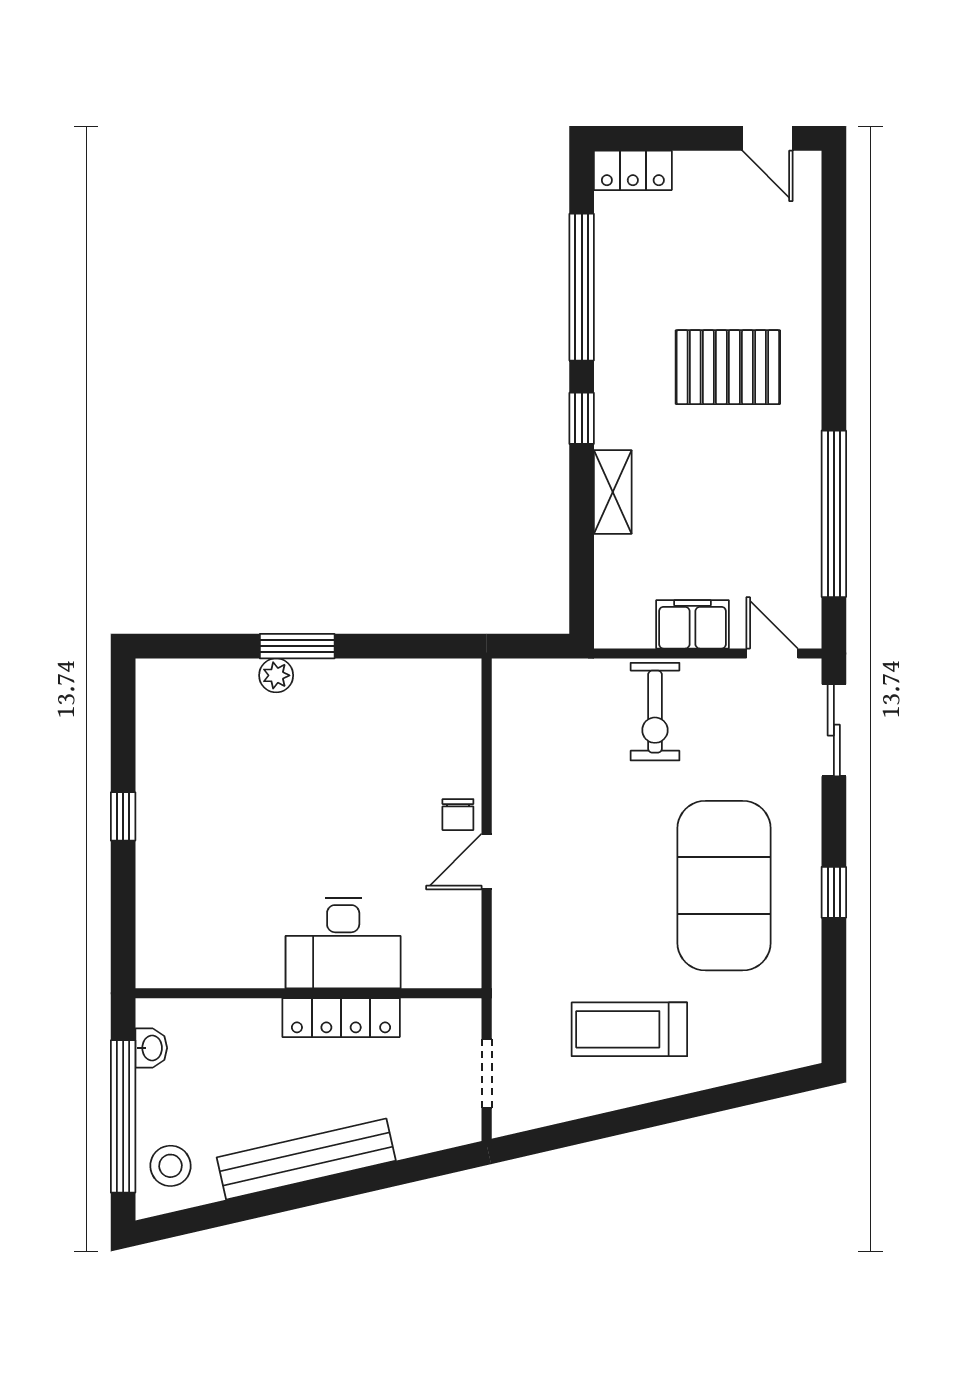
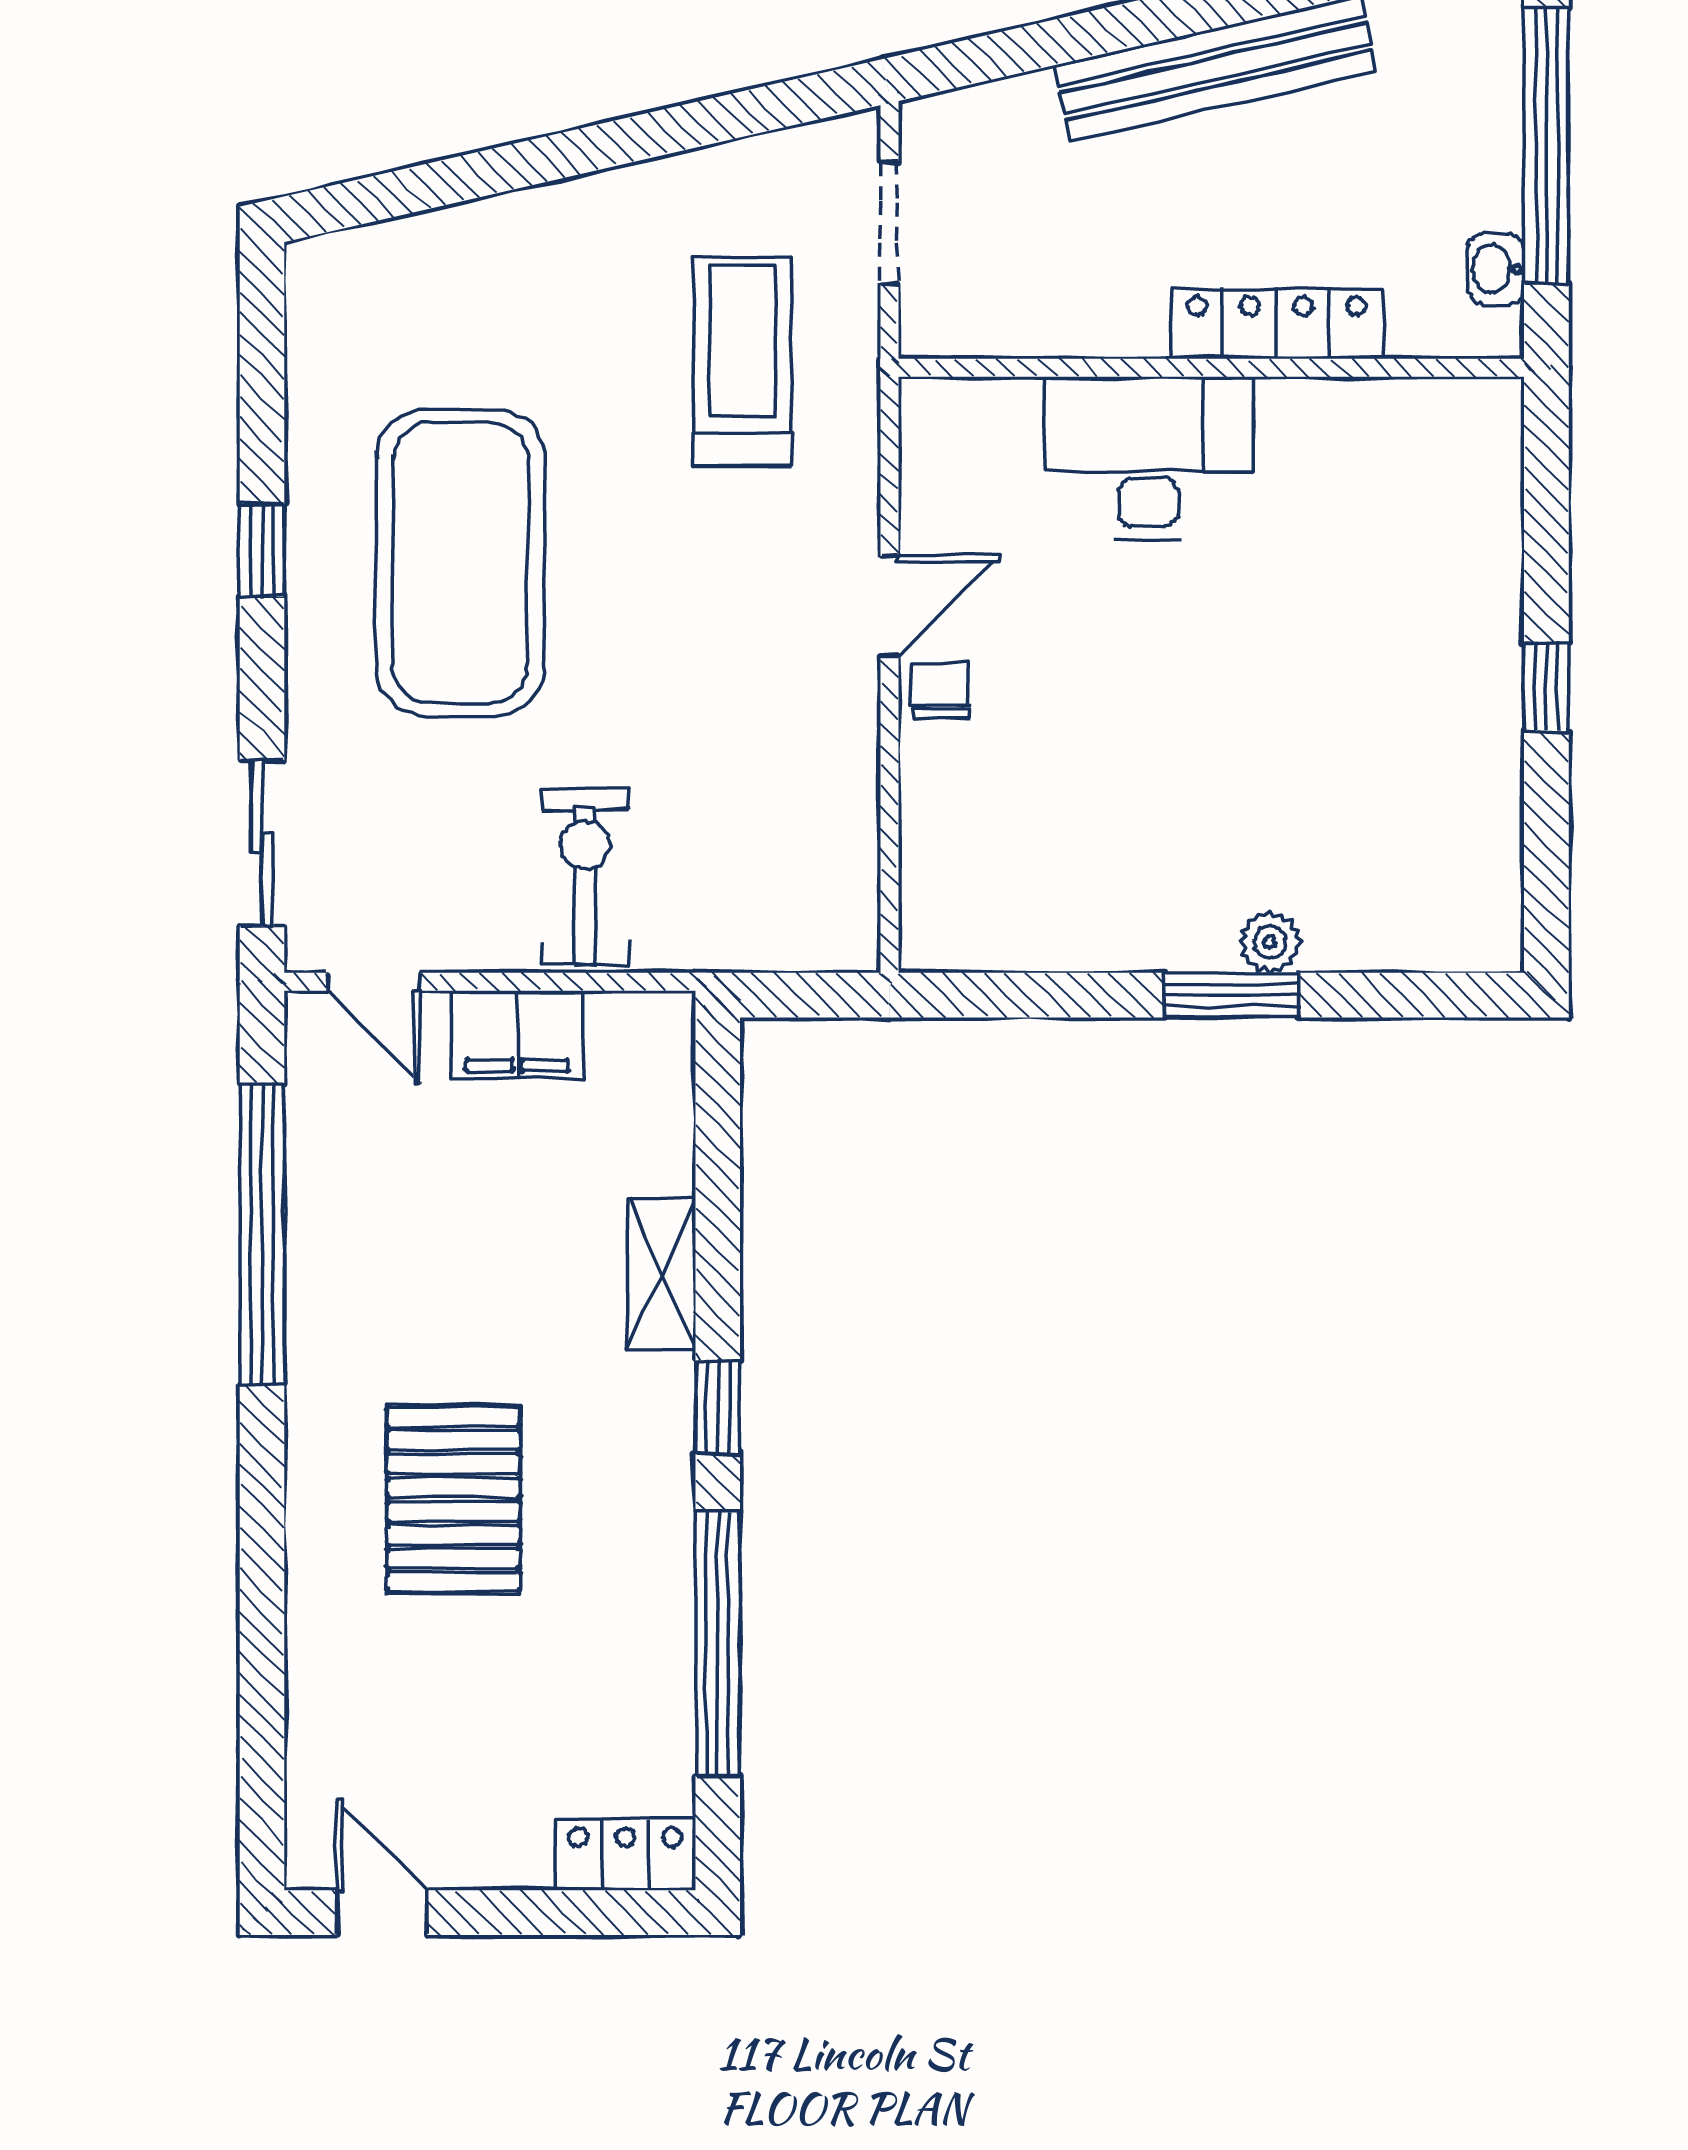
pallet: (728, 367) -> (453, 1499), turned 90
locker: (341, 1018) -> (1276, 324), moved
treadmill: (629, 1029) -> (742, 362), moved, turned -90
stool: (170, 1166) -> (1461, 56), removed

